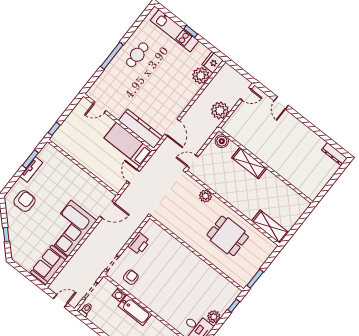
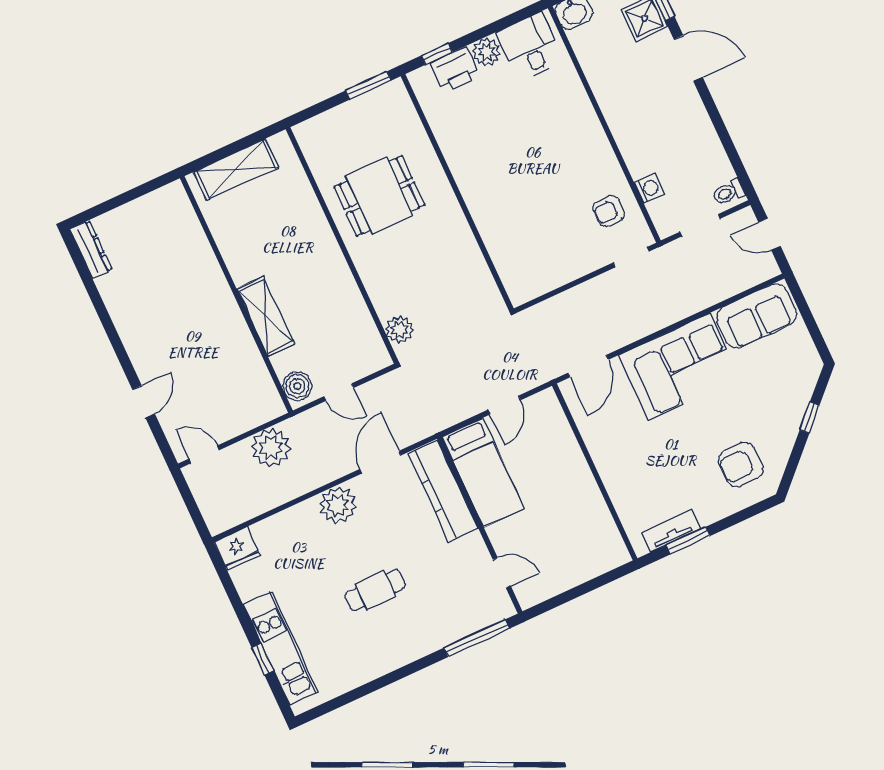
window: (191, 31) -> (263, 659), moved
cafe table: (137, 55) -> (375, 590), moved
window: (112, 56) -> (477, 638), moved
plant: (201, 76) -> (338, 505), moved
window: (54, 129) -> (612, 576), removed
door: (192, 162) -> (339, 392), moved
tv unit: (31, 169) -> (671, 531), moved
plant: (205, 196) -> (399, 330), moved
door: (107, 210) -> (588, 366), swing flipped
shelving: (270, 227) -> (236, 170), moved, turned 90
dining table: (228, 236) -> (379, 196), turned 90
printer: (139, 243) -> (455, 69), moved, turned 180
bathtub: (135, 310) -> (634, 143), removed

